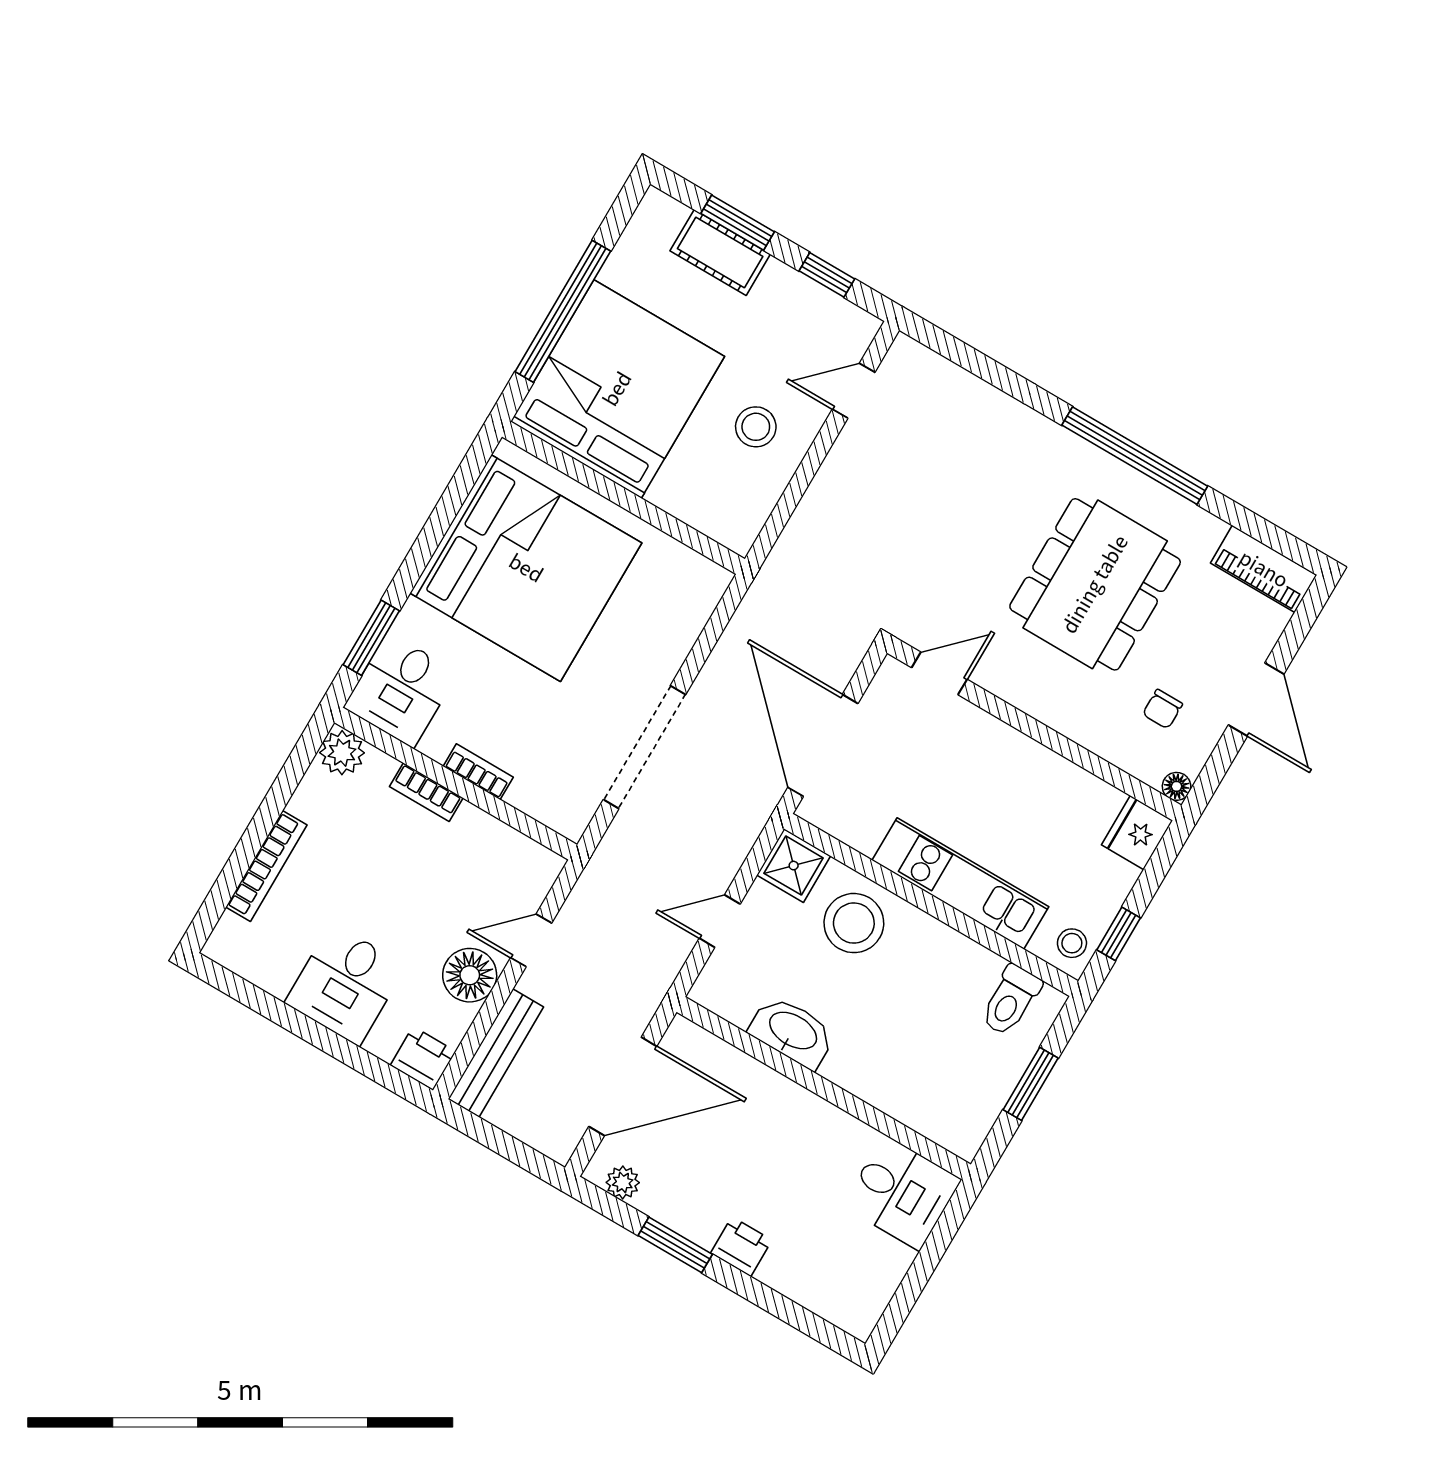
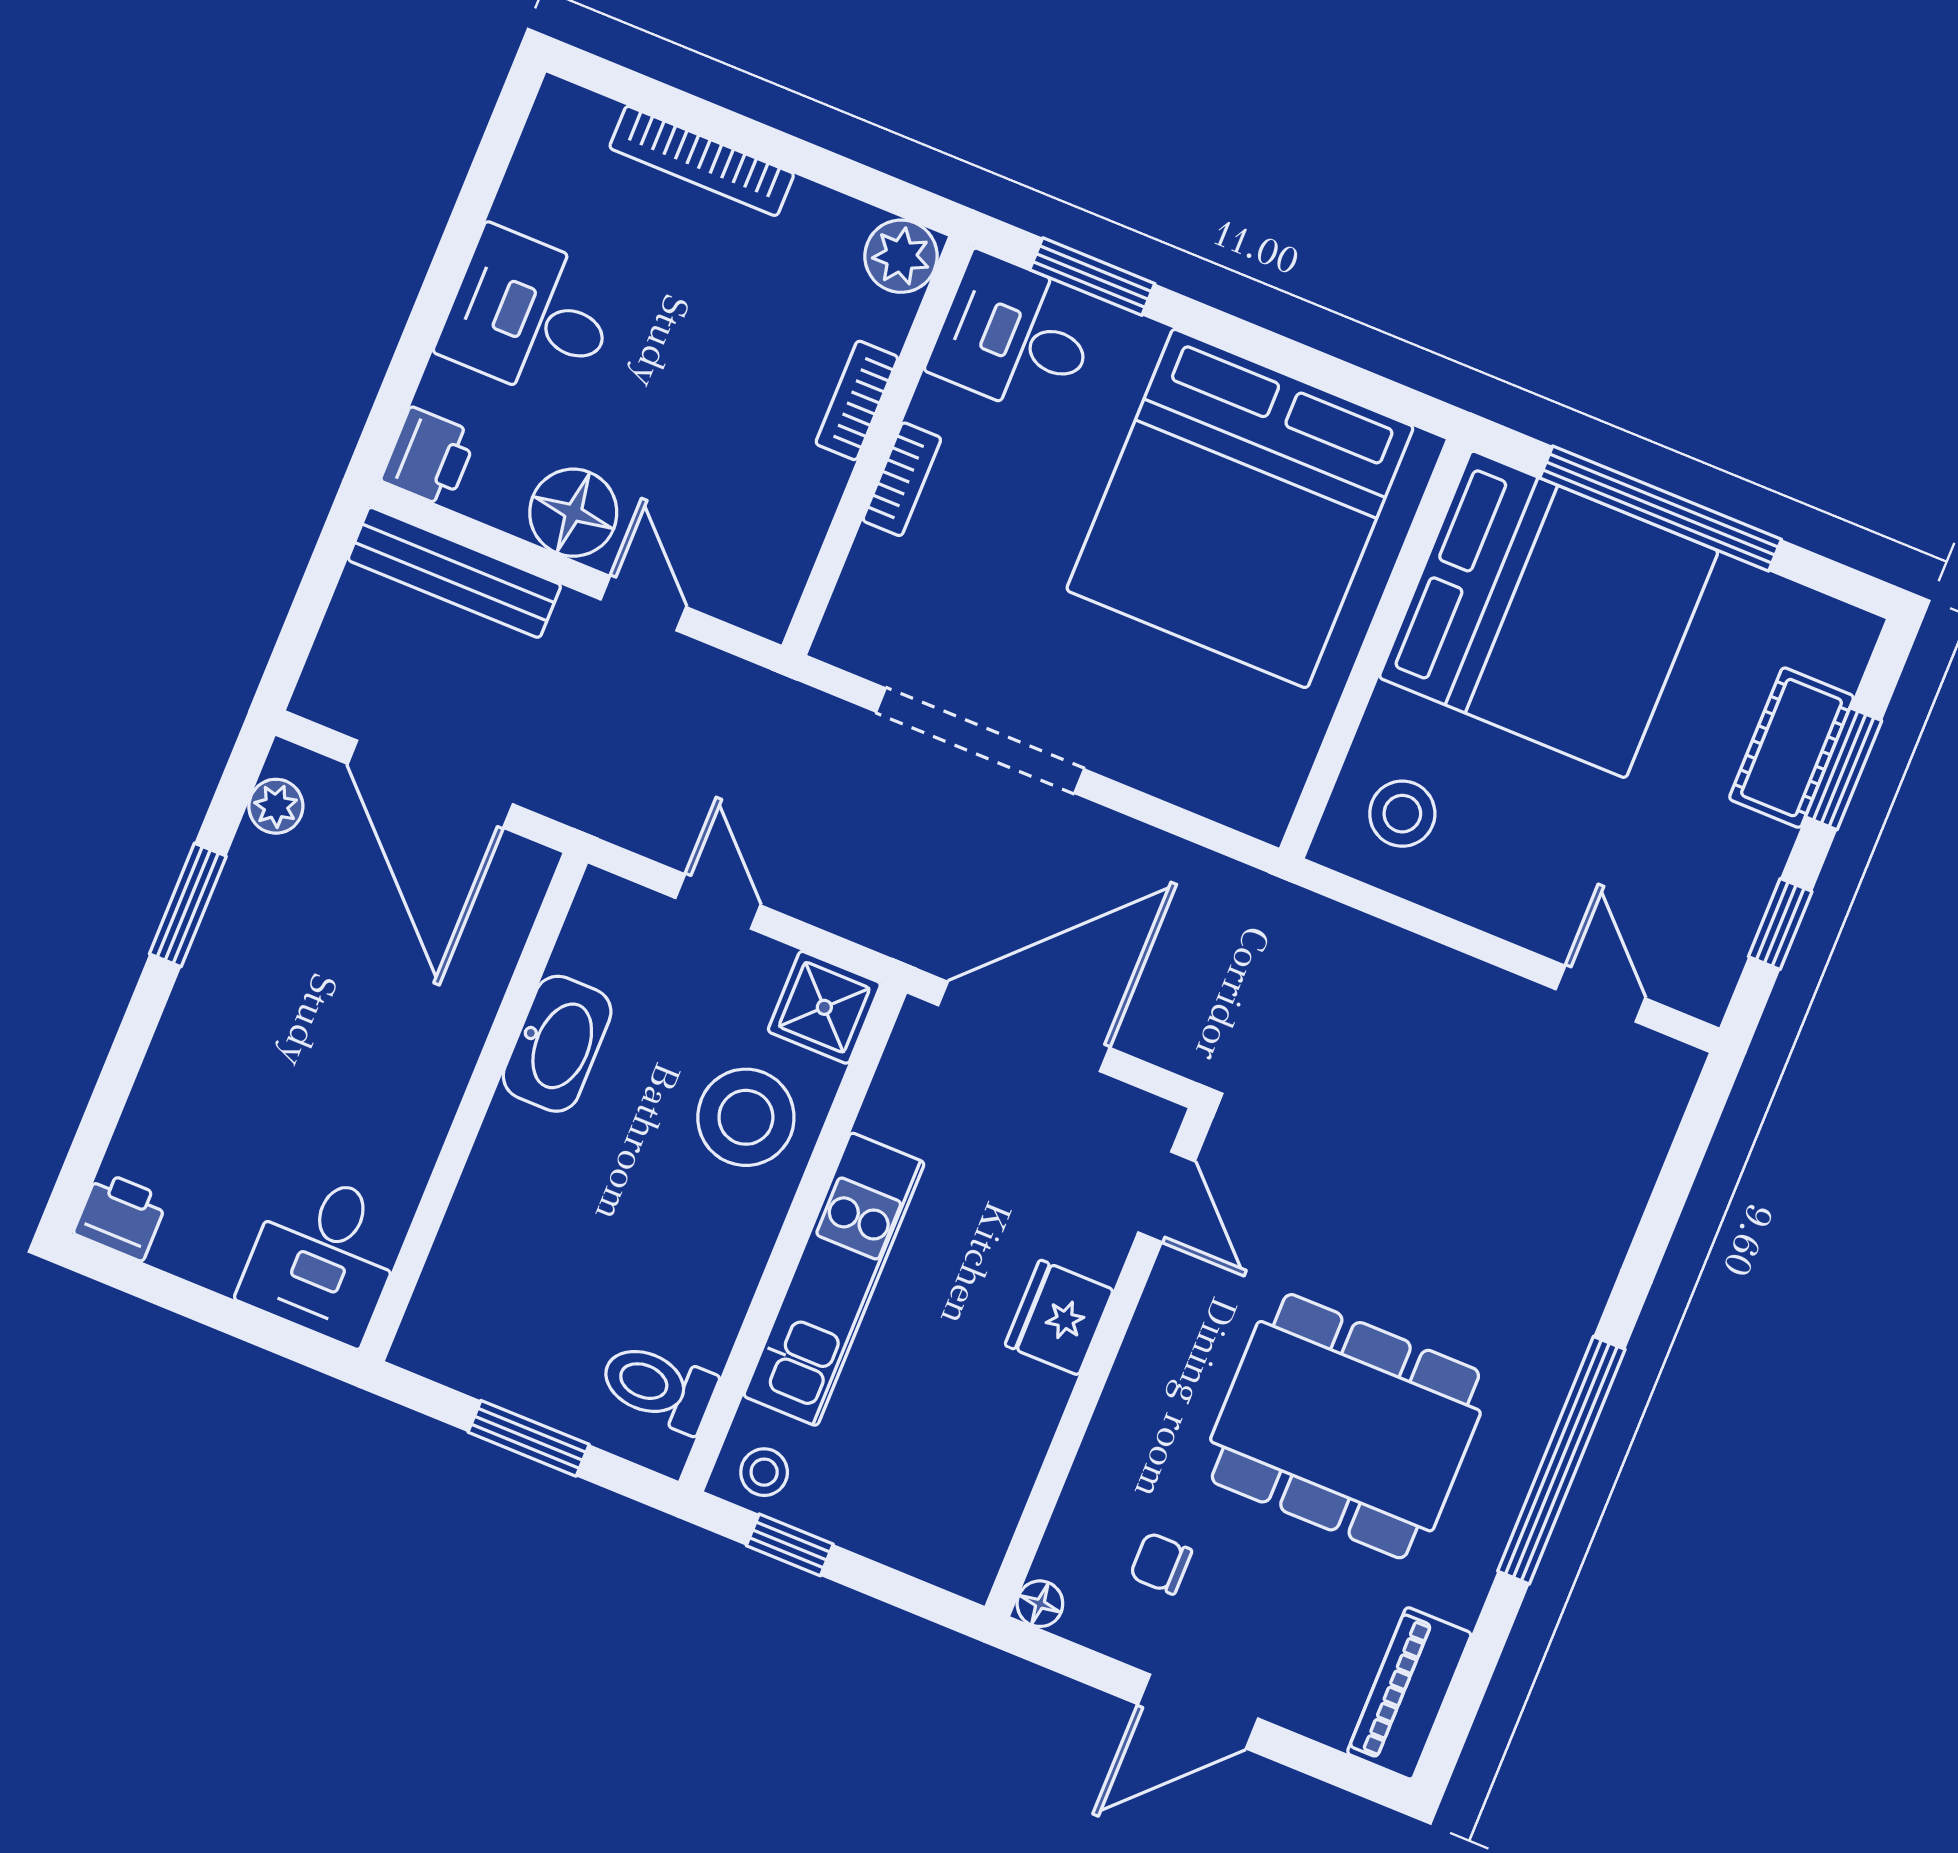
stool: (756, 427) -> (1402, 814), moved
fridge: (1137, 833) -> (1059, 1317), moved, turned -90
printer: (741, 1247) -> (121, 1216), moved, turned -90

